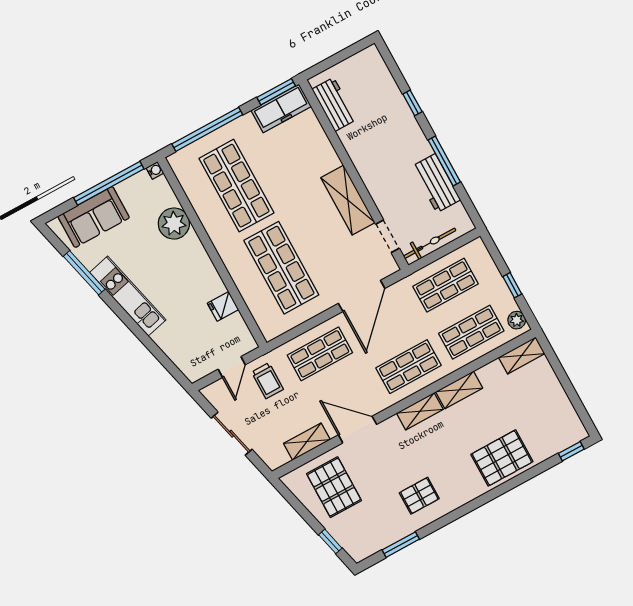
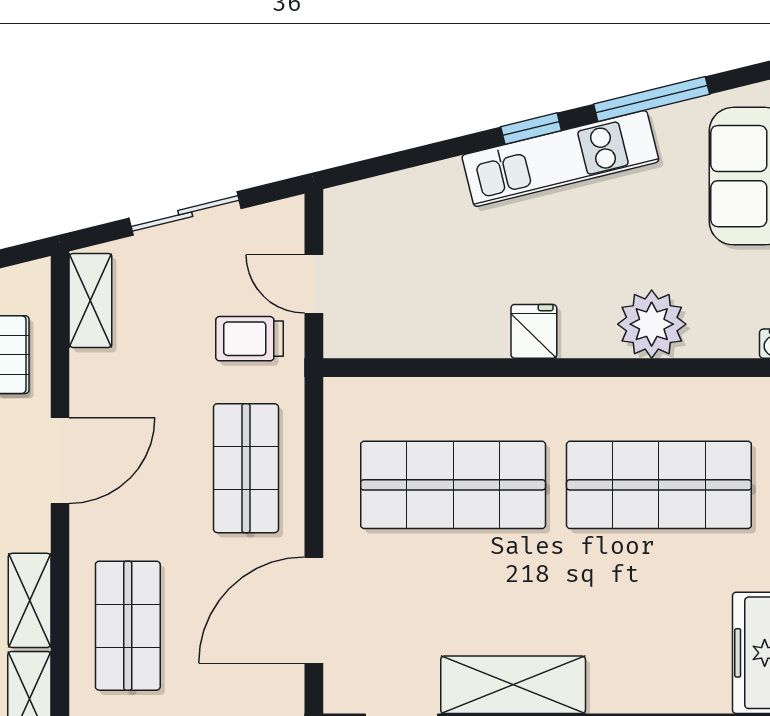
door: (362, 296) -> (314, 610), hinge flipped
fridge: (223, 306) -> (534, 331), moved
window: (122, 314) -> (531, 129), added
shelving: (307, 442) -> (90, 300), moved

